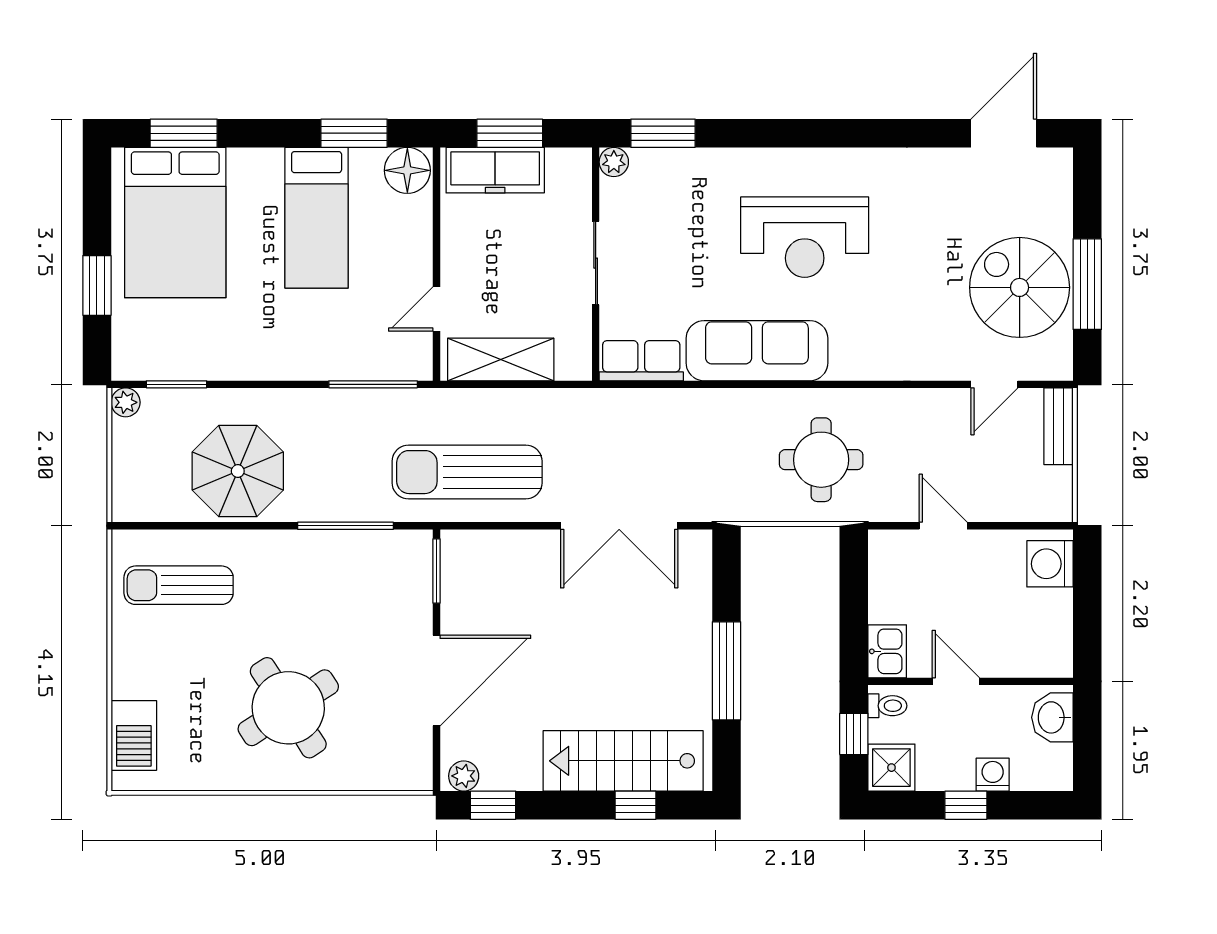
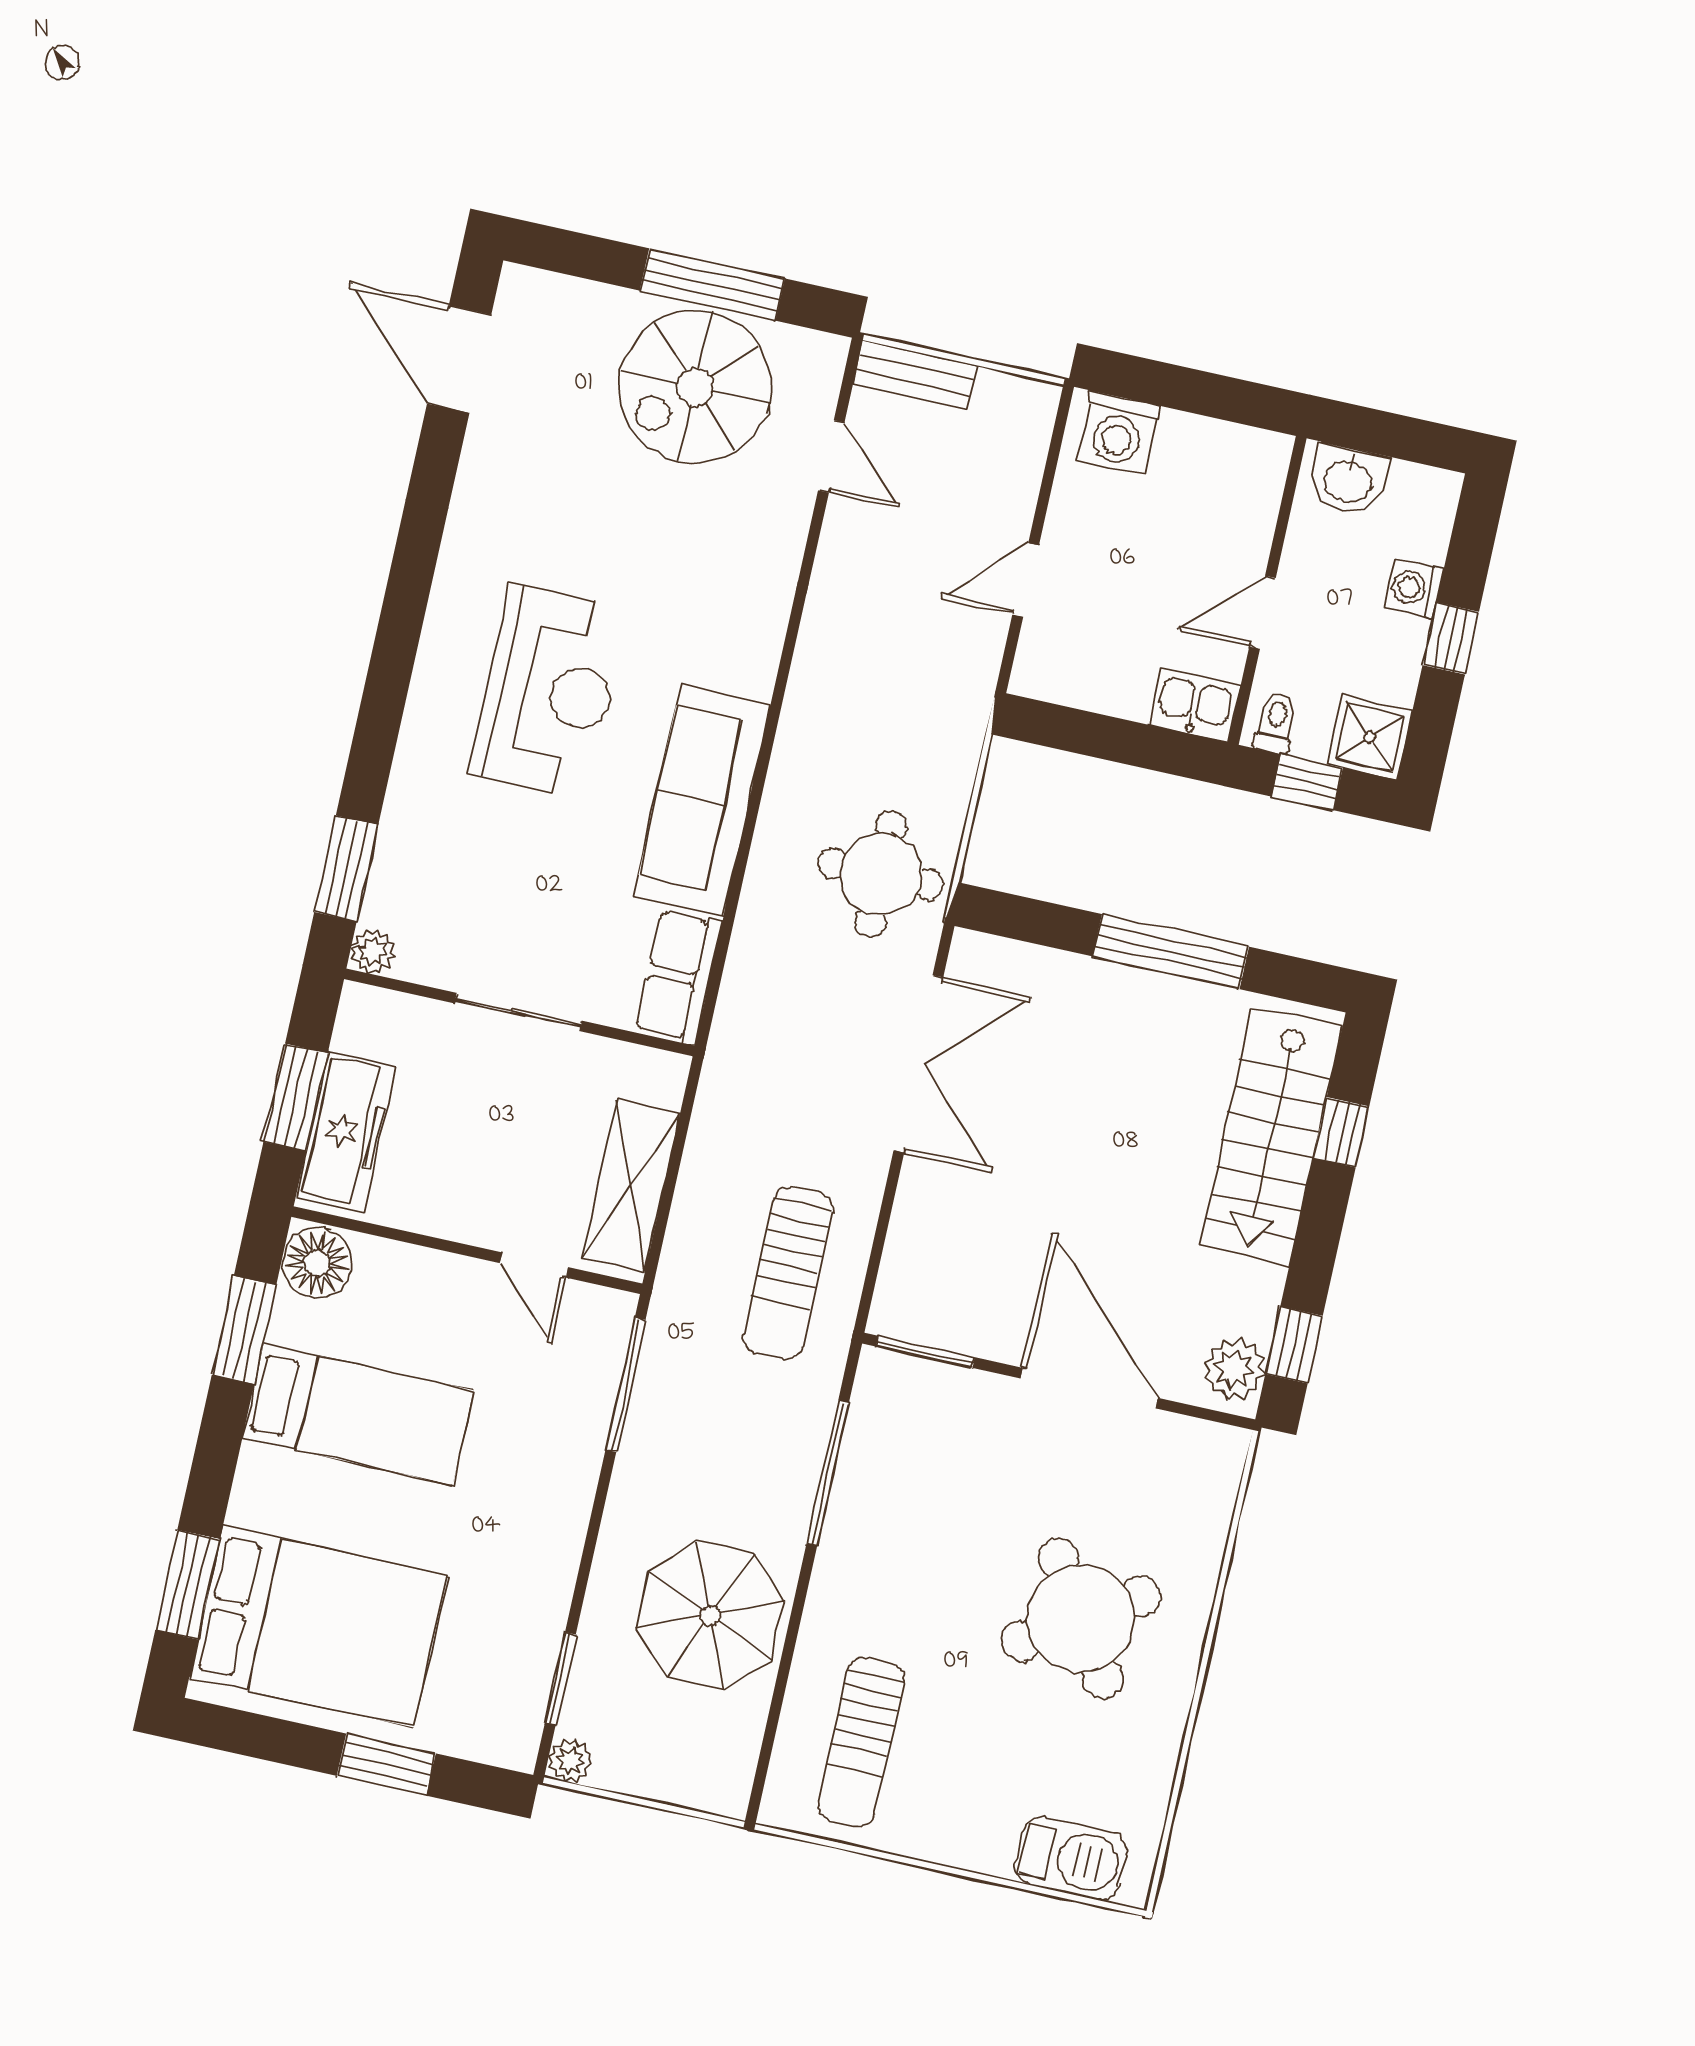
round table: (821, 460) -> (881, 874), moved
sun lounger: (467, 472) -> (788, 1273), width x0.73, depth x0.75
plant: (464, 776) -> (1234, 1369), width x1.38, depth x1.38

